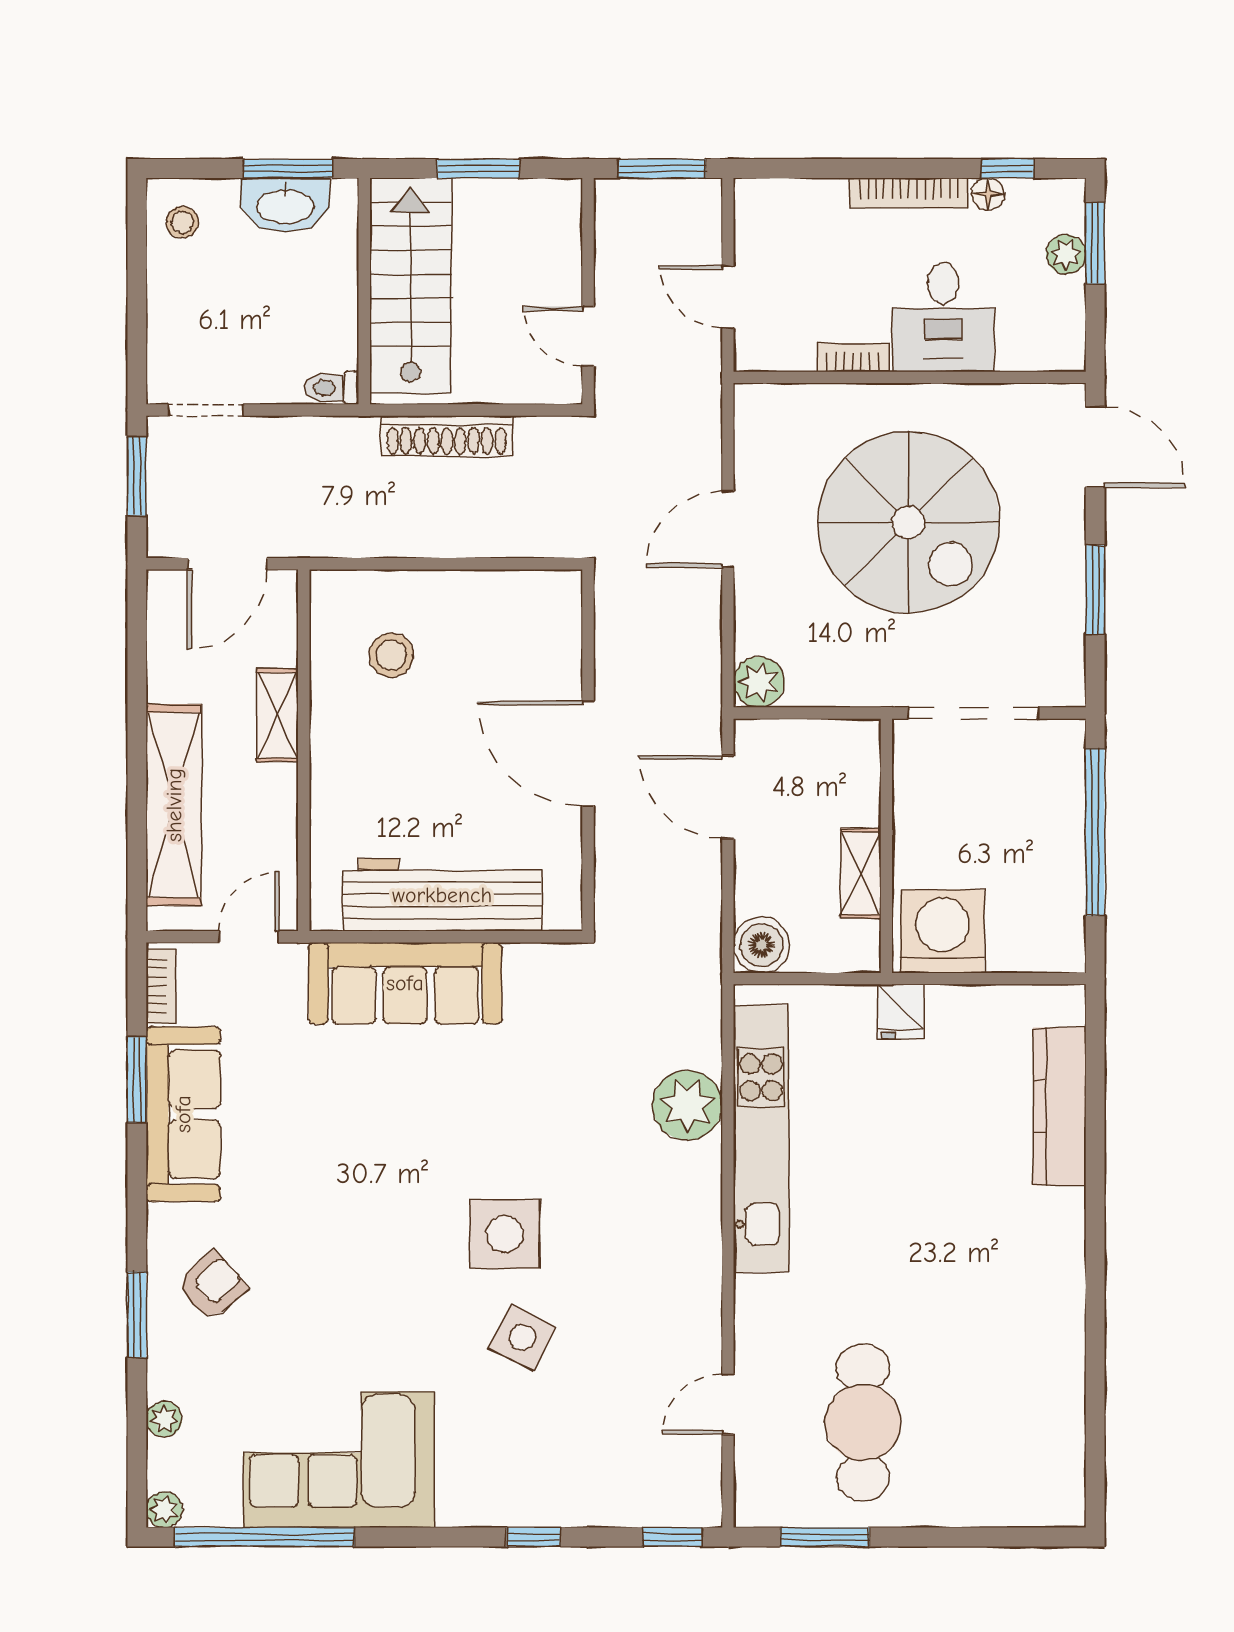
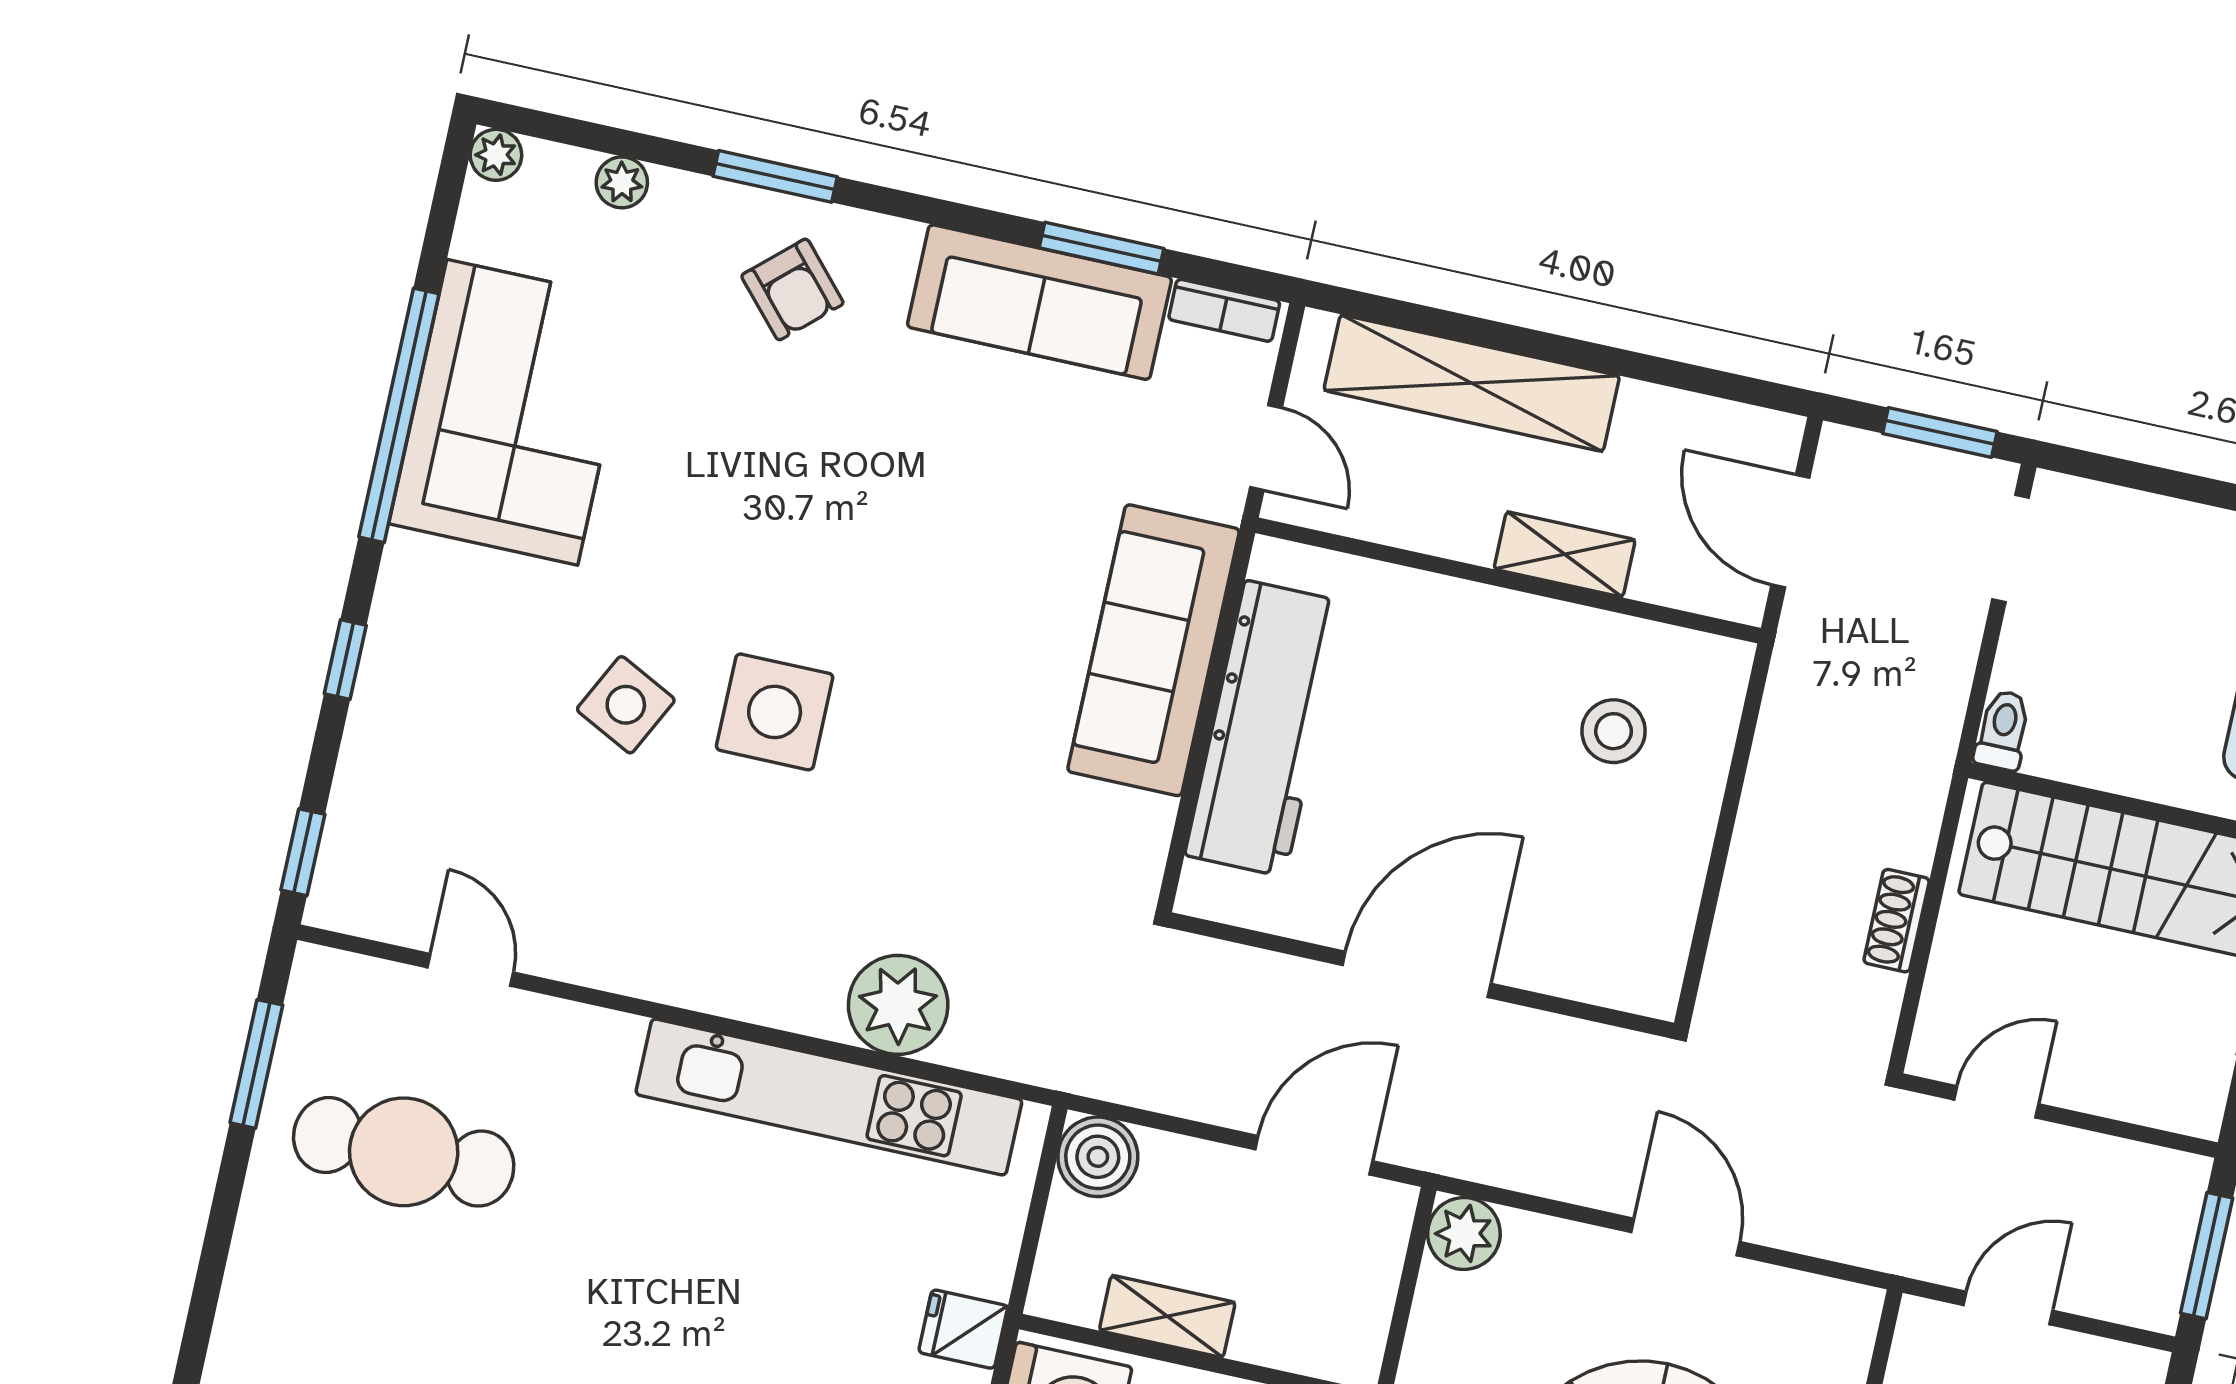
shoe rack: (447, 436) -> (1897, 921), width x0.51, depth x0.81
window: (265, 1537) -> (399, 415), moved

